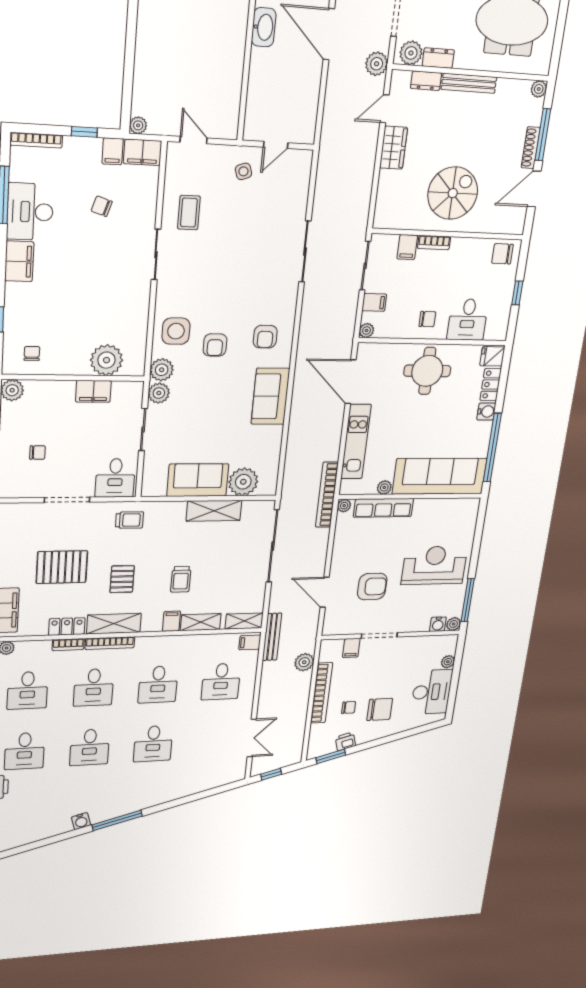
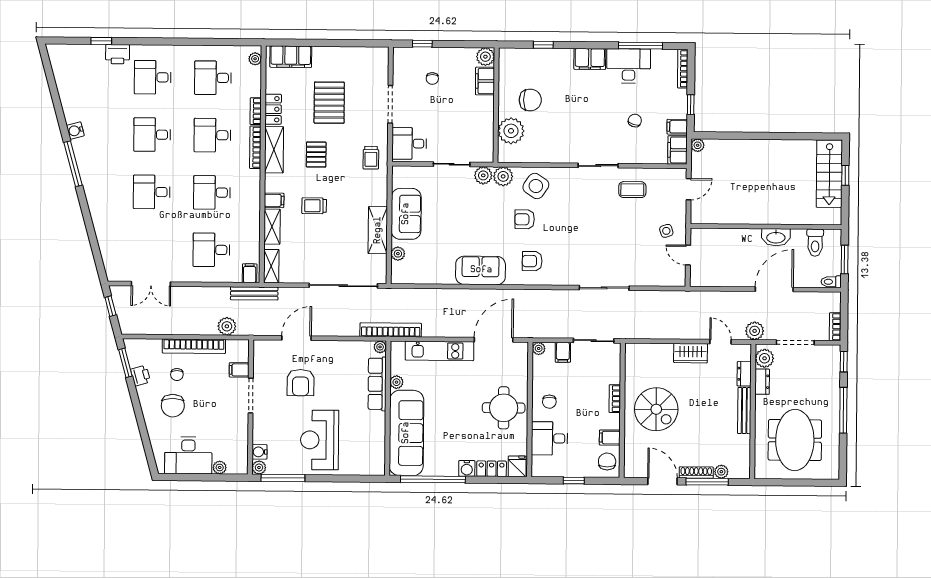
plant: (539, 89) -> (721, 472), moved
filing cabinet: (407, 247) -> (610, 438), moved
side table: (176, 331) -> (536, 186), turned 34
chair: (32, 353) -> (530, 100), moved, width x1.87, depth x1.87
filing cabinet: (93, 391) -> (485, 81), moved
plant: (243, 482) -> (398, 254), width x0.53, depth x0.53
reception desk: (434, 565) -> (320, 440), turned 180
pallet: (122, 579) -> (316, 154), turned 90

